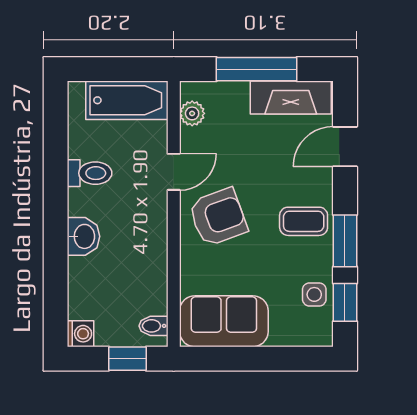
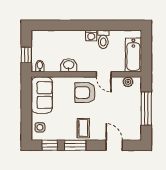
fireplace: (291, 98) -> (134, 123), removed
armchair: (218, 217) -> (85, 93), turned 110
washbasin: (83, 236) -> (69, 65), moved, turned 180
side table: (314, 294) -> (40, 127), moved
washing machine: (80, 334) -> (91, 36), moved

